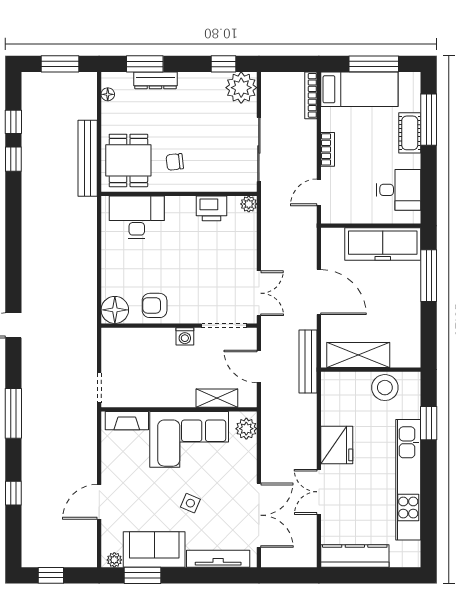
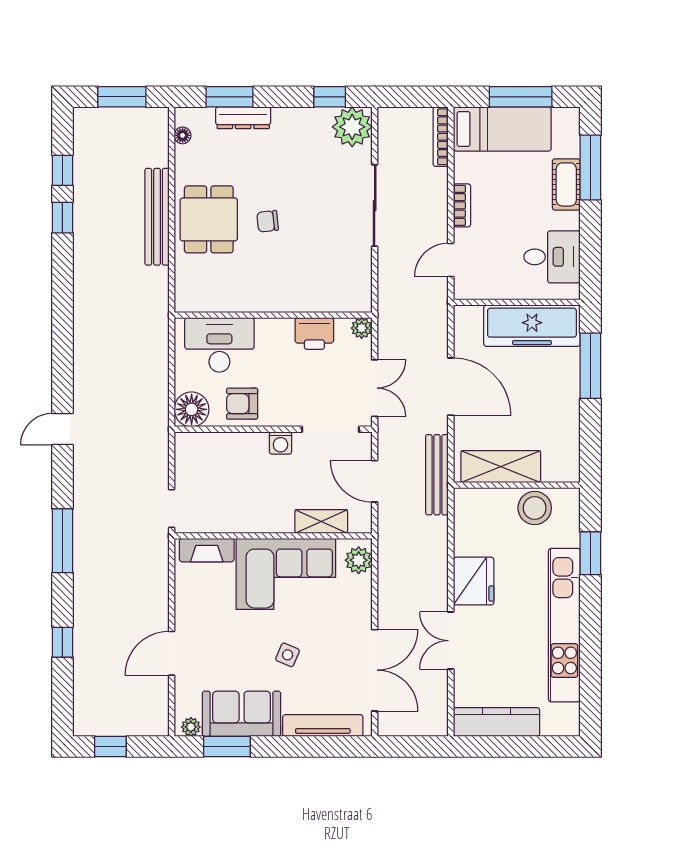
wall: (179, 194) -> (273, 315), moved
plant: (249, 204) -> (362, 328), moved
printer: (212, 208) -> (314, 333), moved
desk: (137, 217) -> (219, 345), moved

